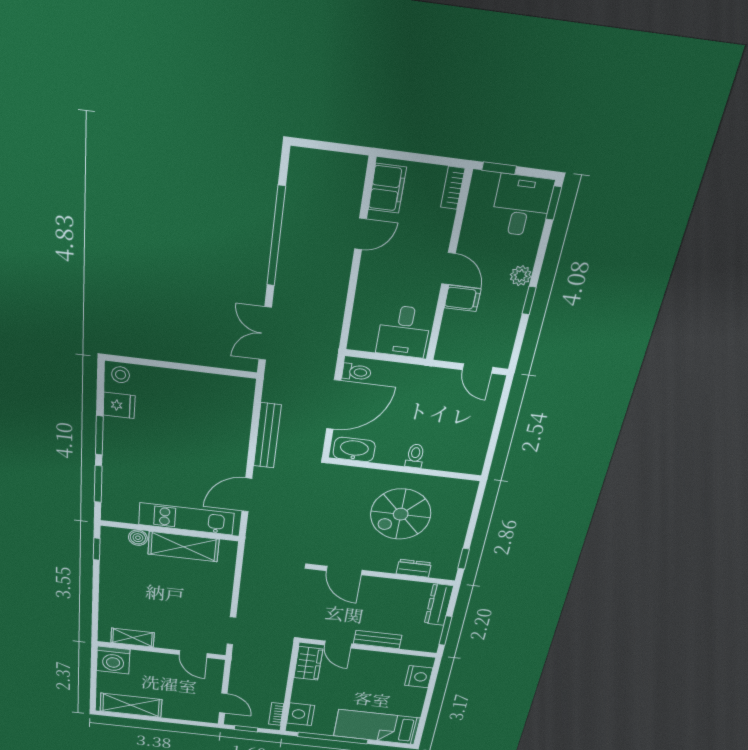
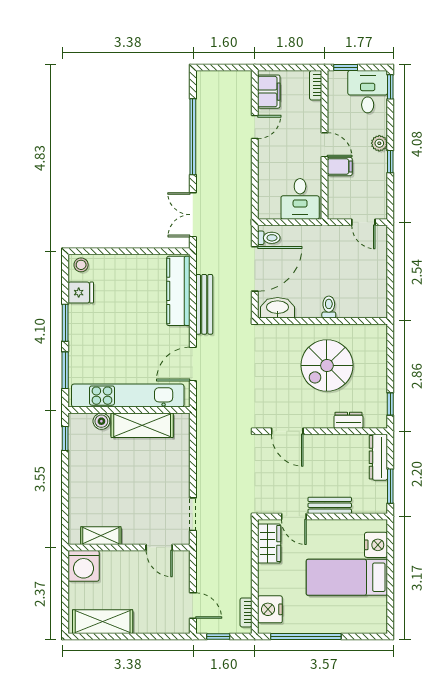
kitchen counter: (238, 418) -> (178, 291), added
kitchen unit: (186, 519) -> (128, 396), width x1.36
bed: (377, 727) -> (347, 577), moved

